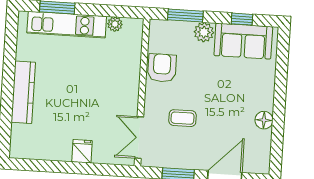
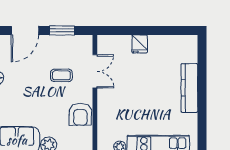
double door: (139, 138) -> (95, 71), moved

